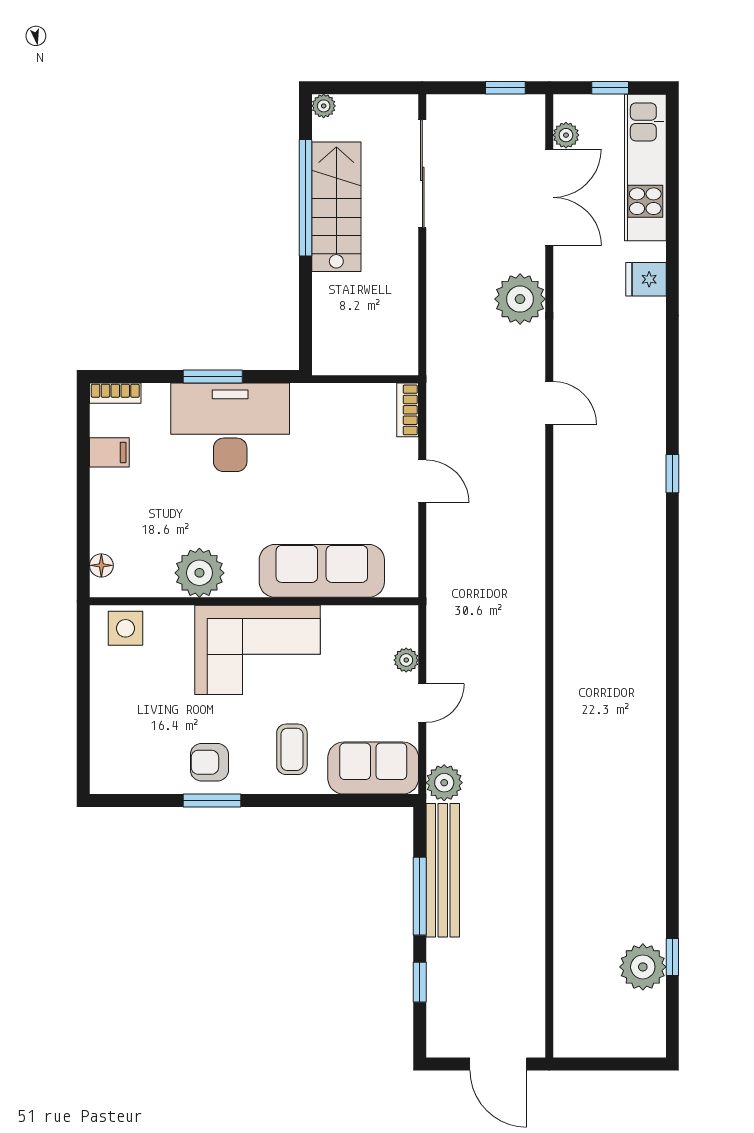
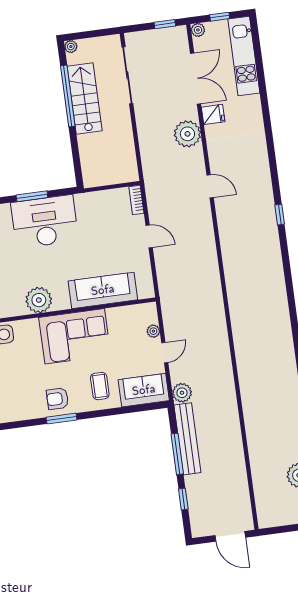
plant: (566, 135) -> (198, 30), moved
fridge: (646, 279) -> (213, 114), moved, turned 180

